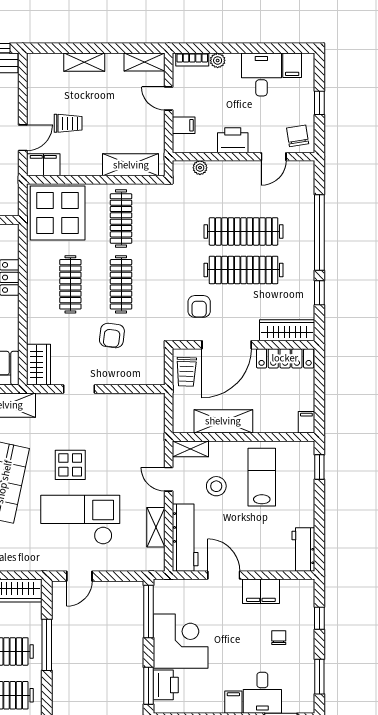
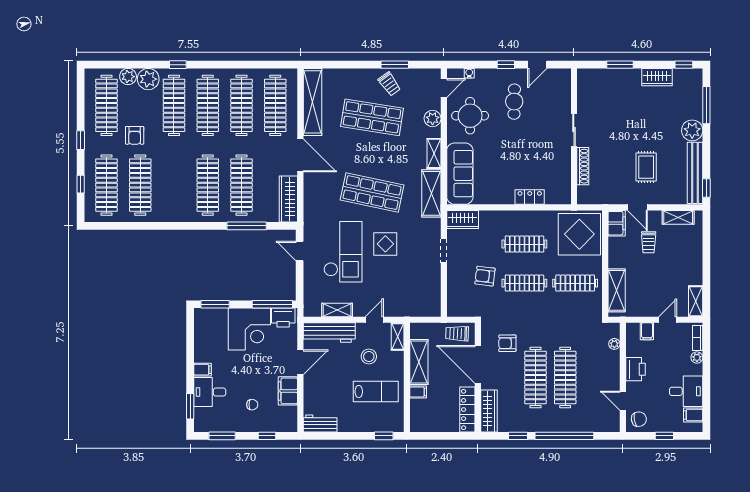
shelving: (84, 62) -> (678, 217), moved, turned 90
filing cabinet: (306, 422) -> (418, 392), moved
printer: (166, 685) -> (283, 317), moved

